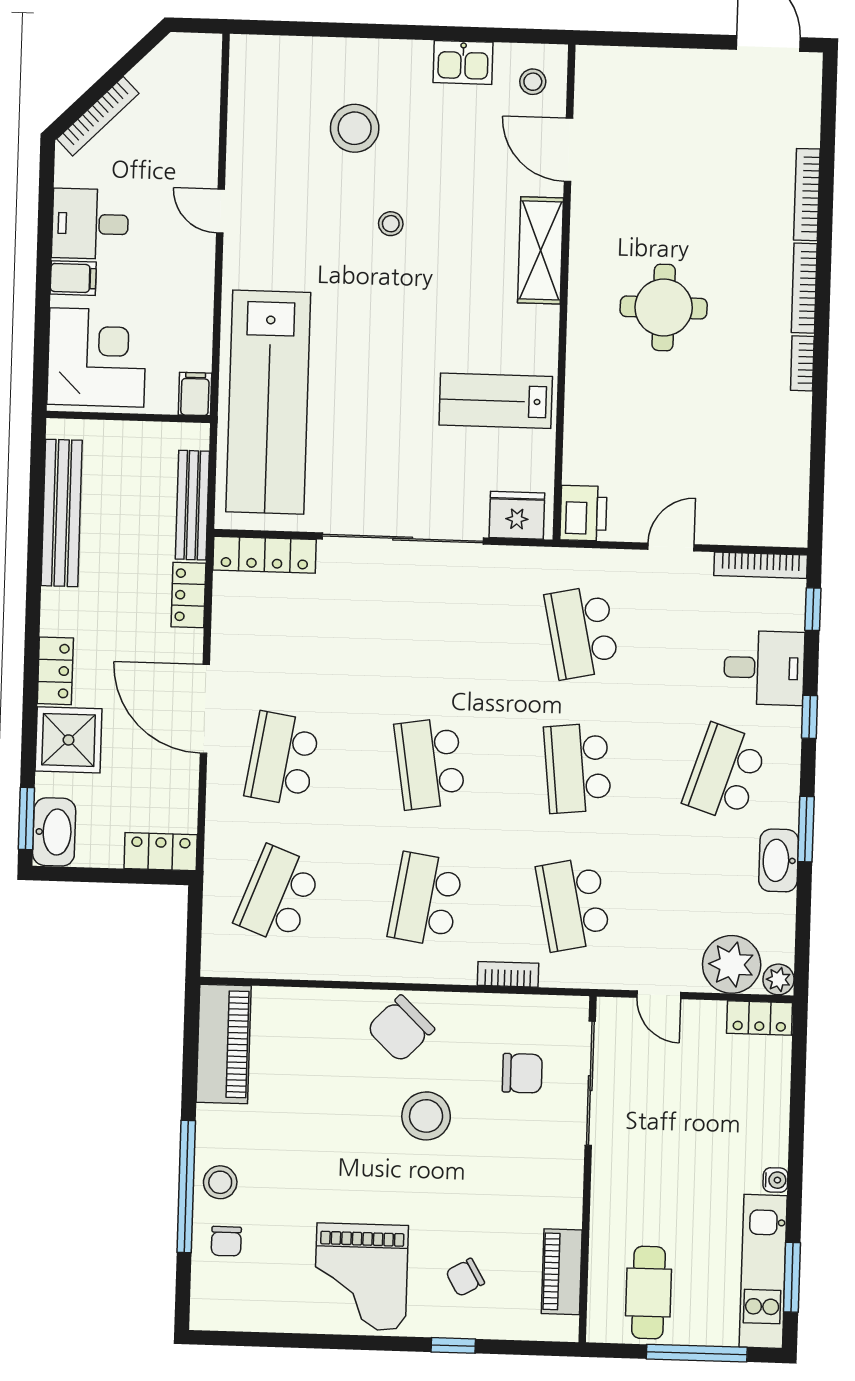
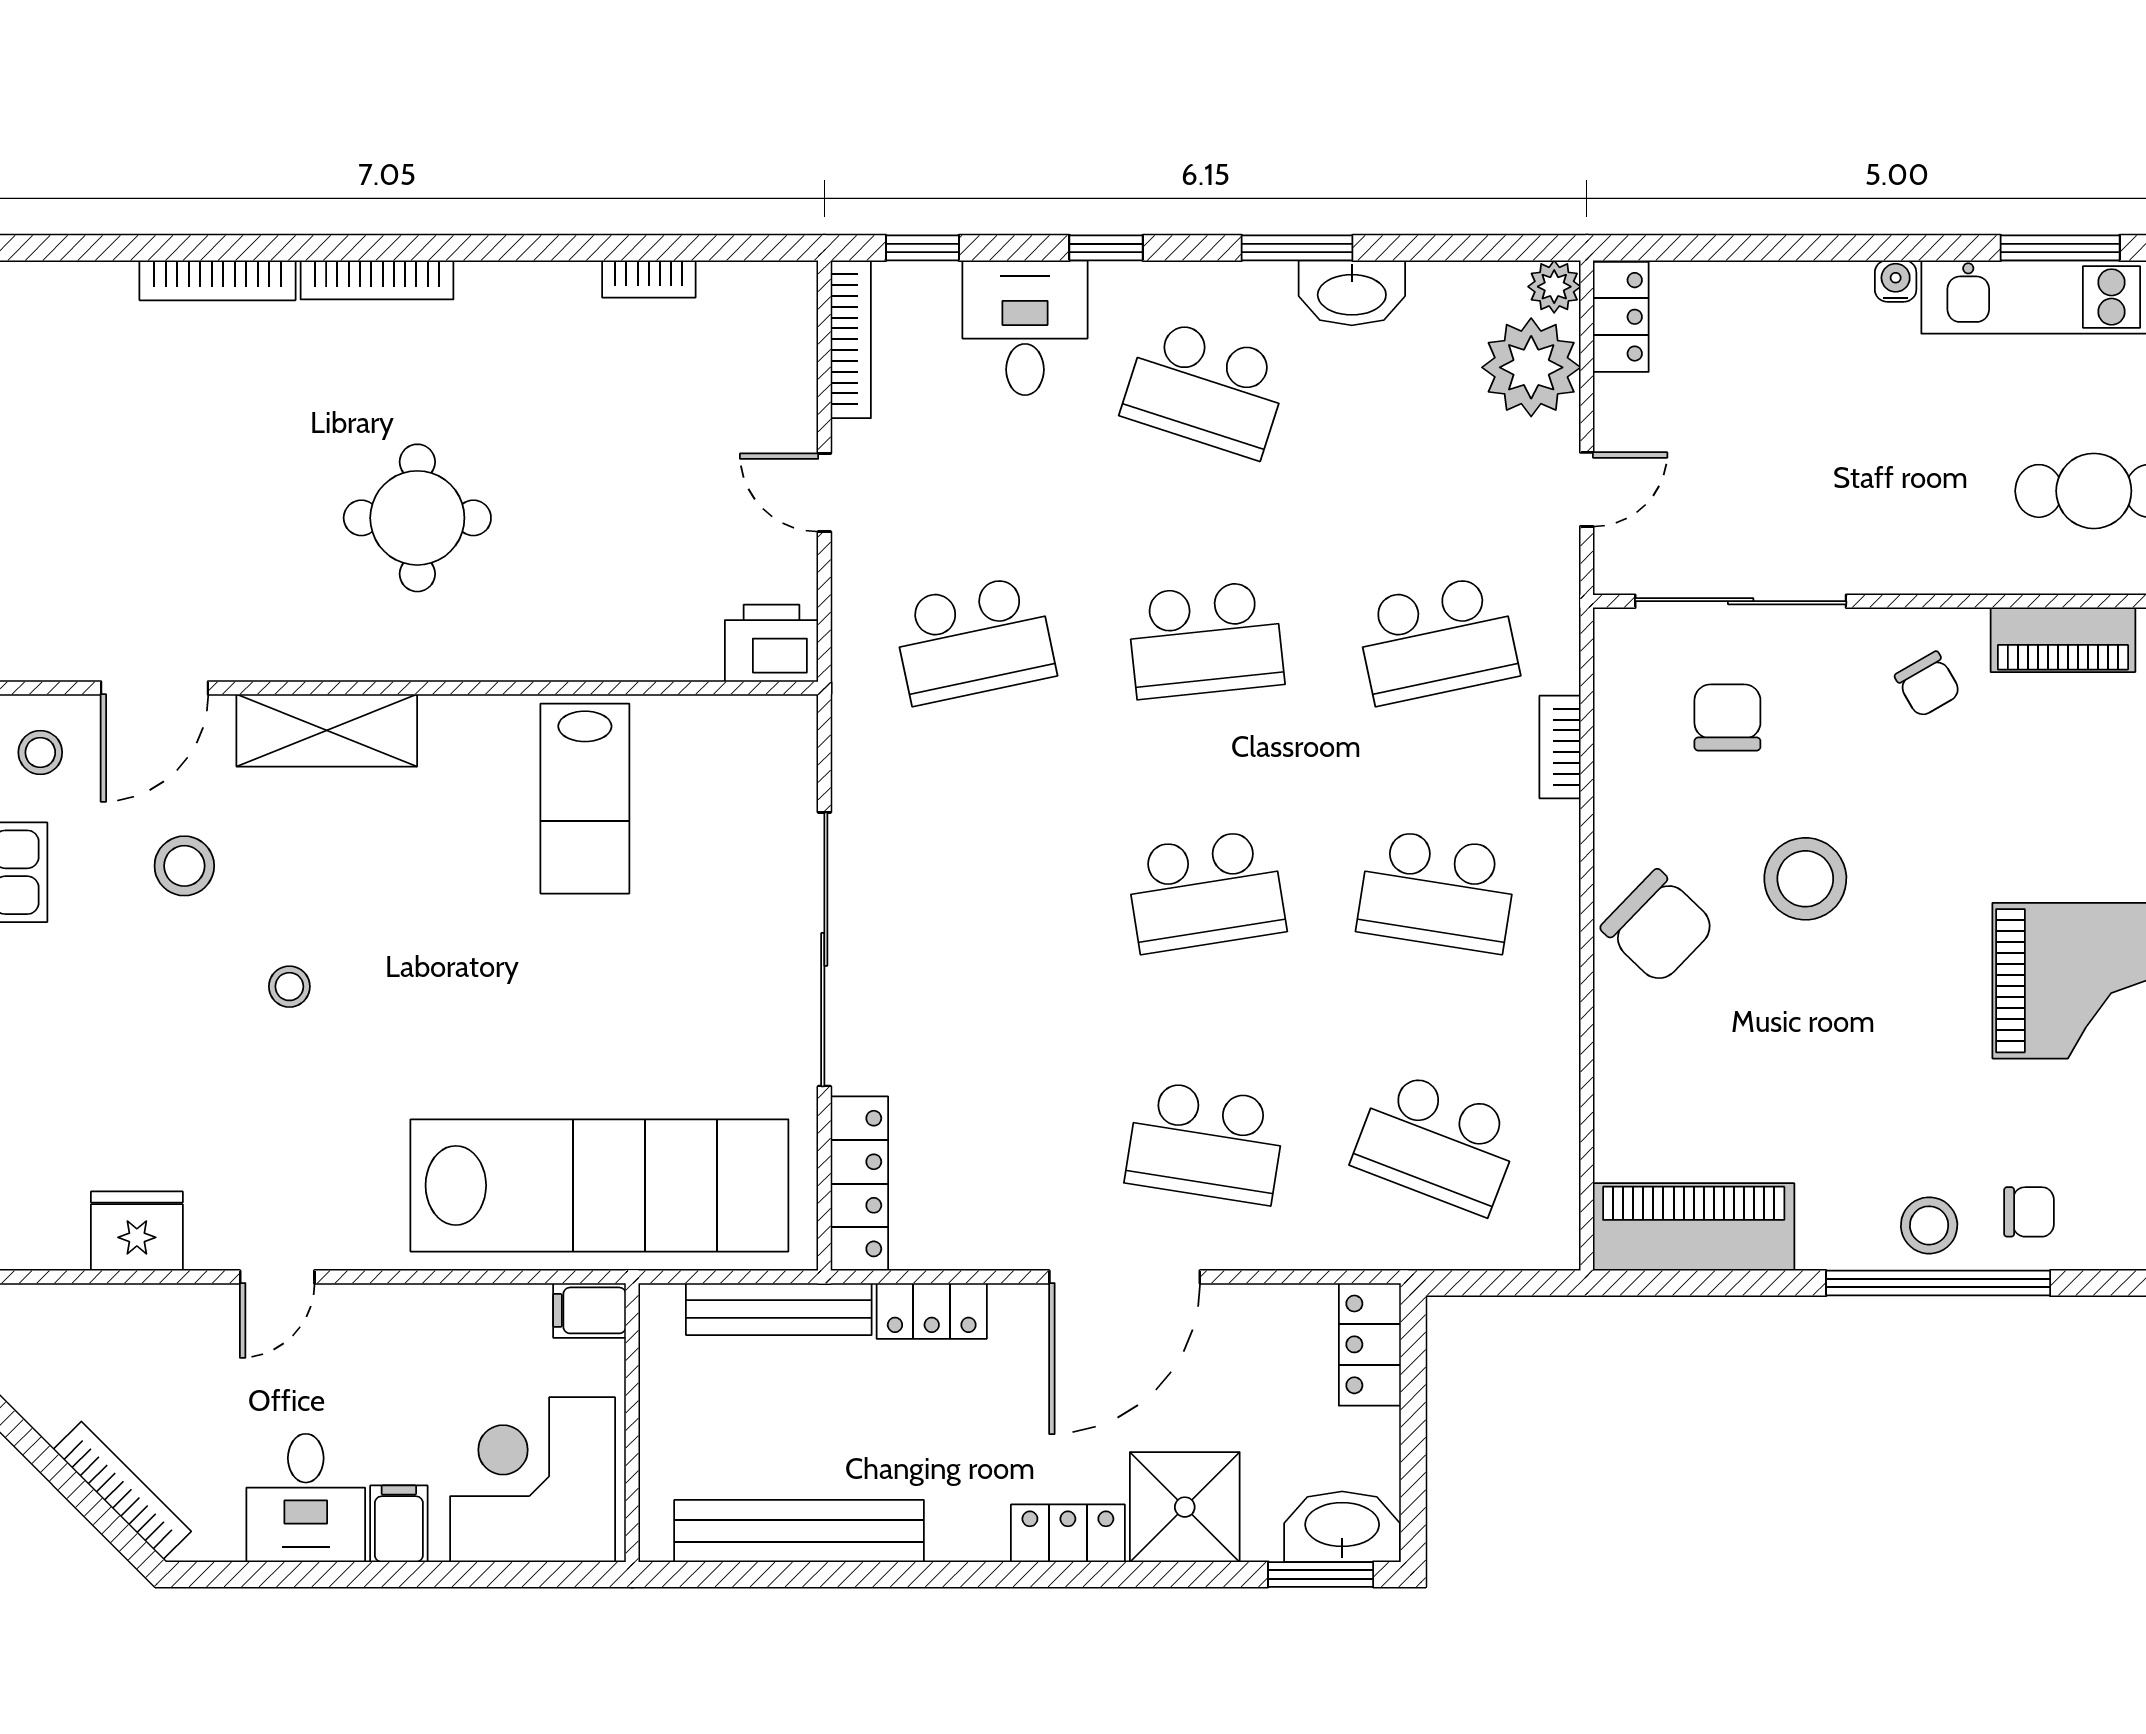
stool: (355, 128) -> (184, 866), moved, width x0.73, depth x0.73
bookcase: (802, 363) -> (649, 279), moved
fridge: (517, 515) -> (137, 1231), moved, turned 90
chair: (465, 1277) -> (1928, 684), moved

